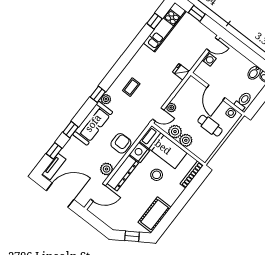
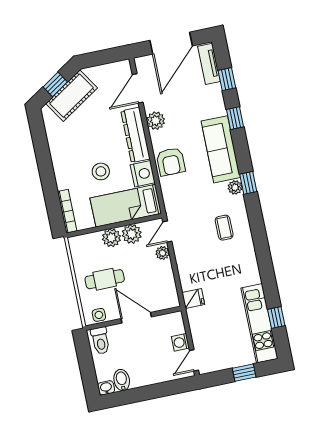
cot: (155, 215) -> (72, 96), moved, turned 57

